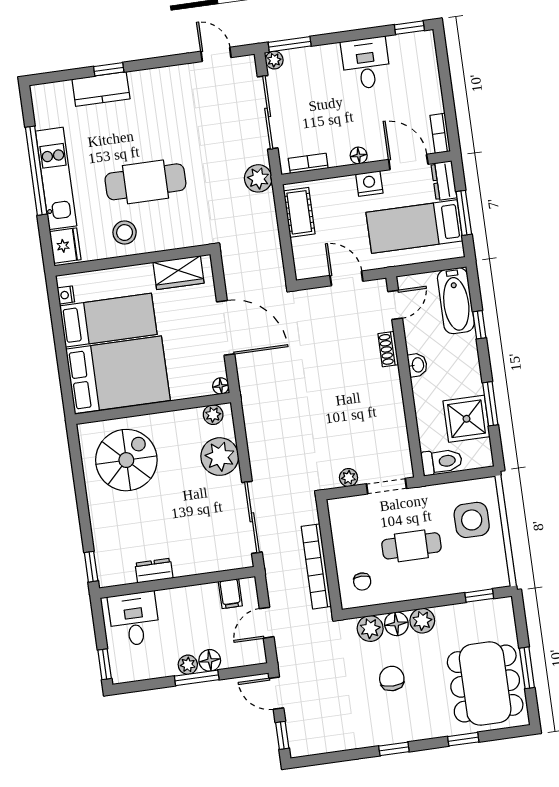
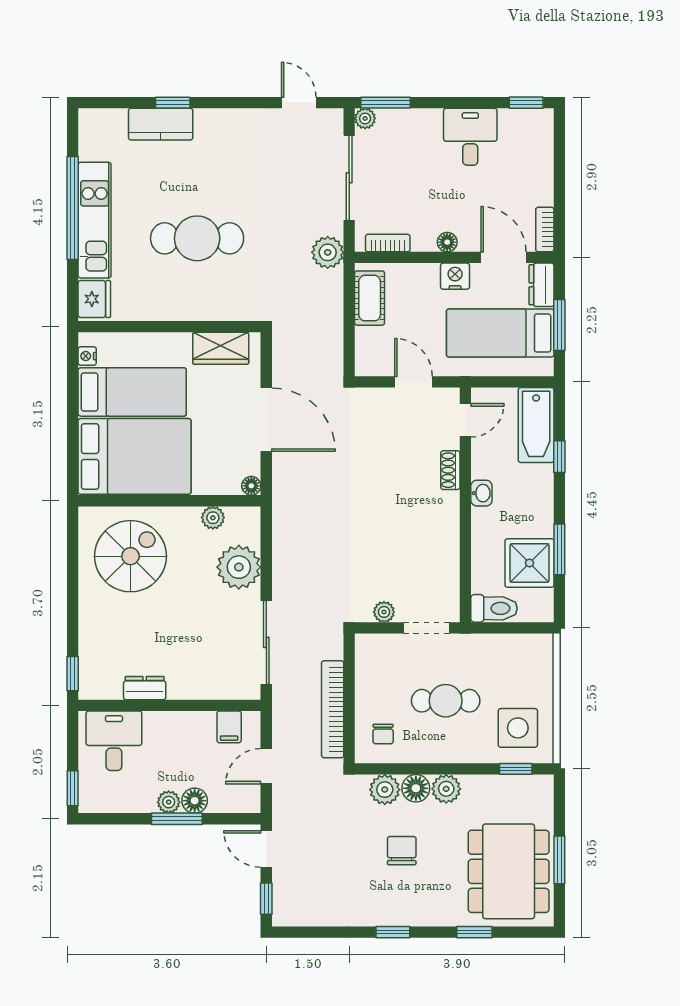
stool: (125, 233) -> (165, 293), removed
plant: (213, 415) -> (213, 518), moved
side table: (472, 520) -> (518, 728), moved

